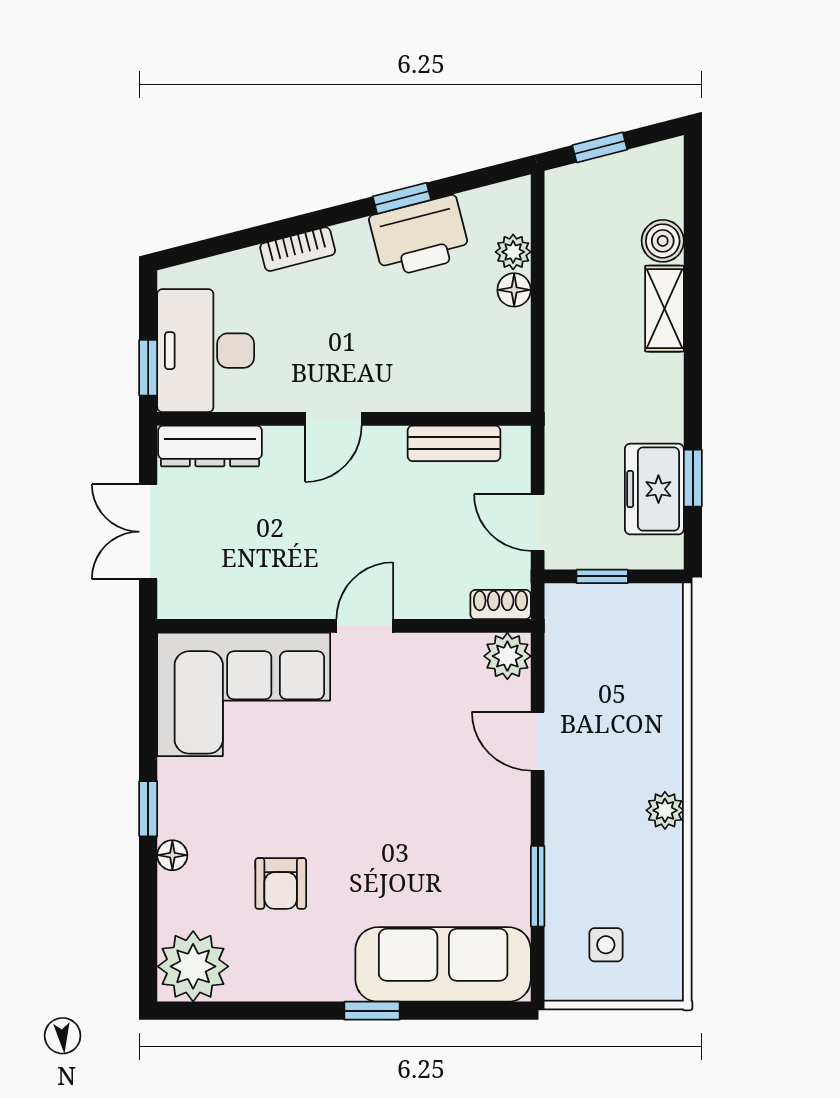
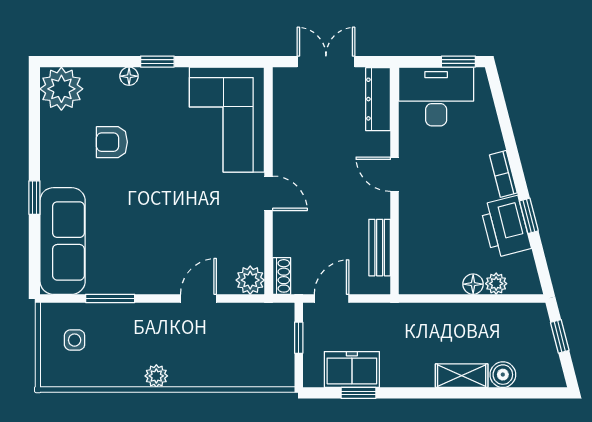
bookcase: (298, 249) -> (503, 174), moved
window: (148, 368) -> (458, 62), moved

